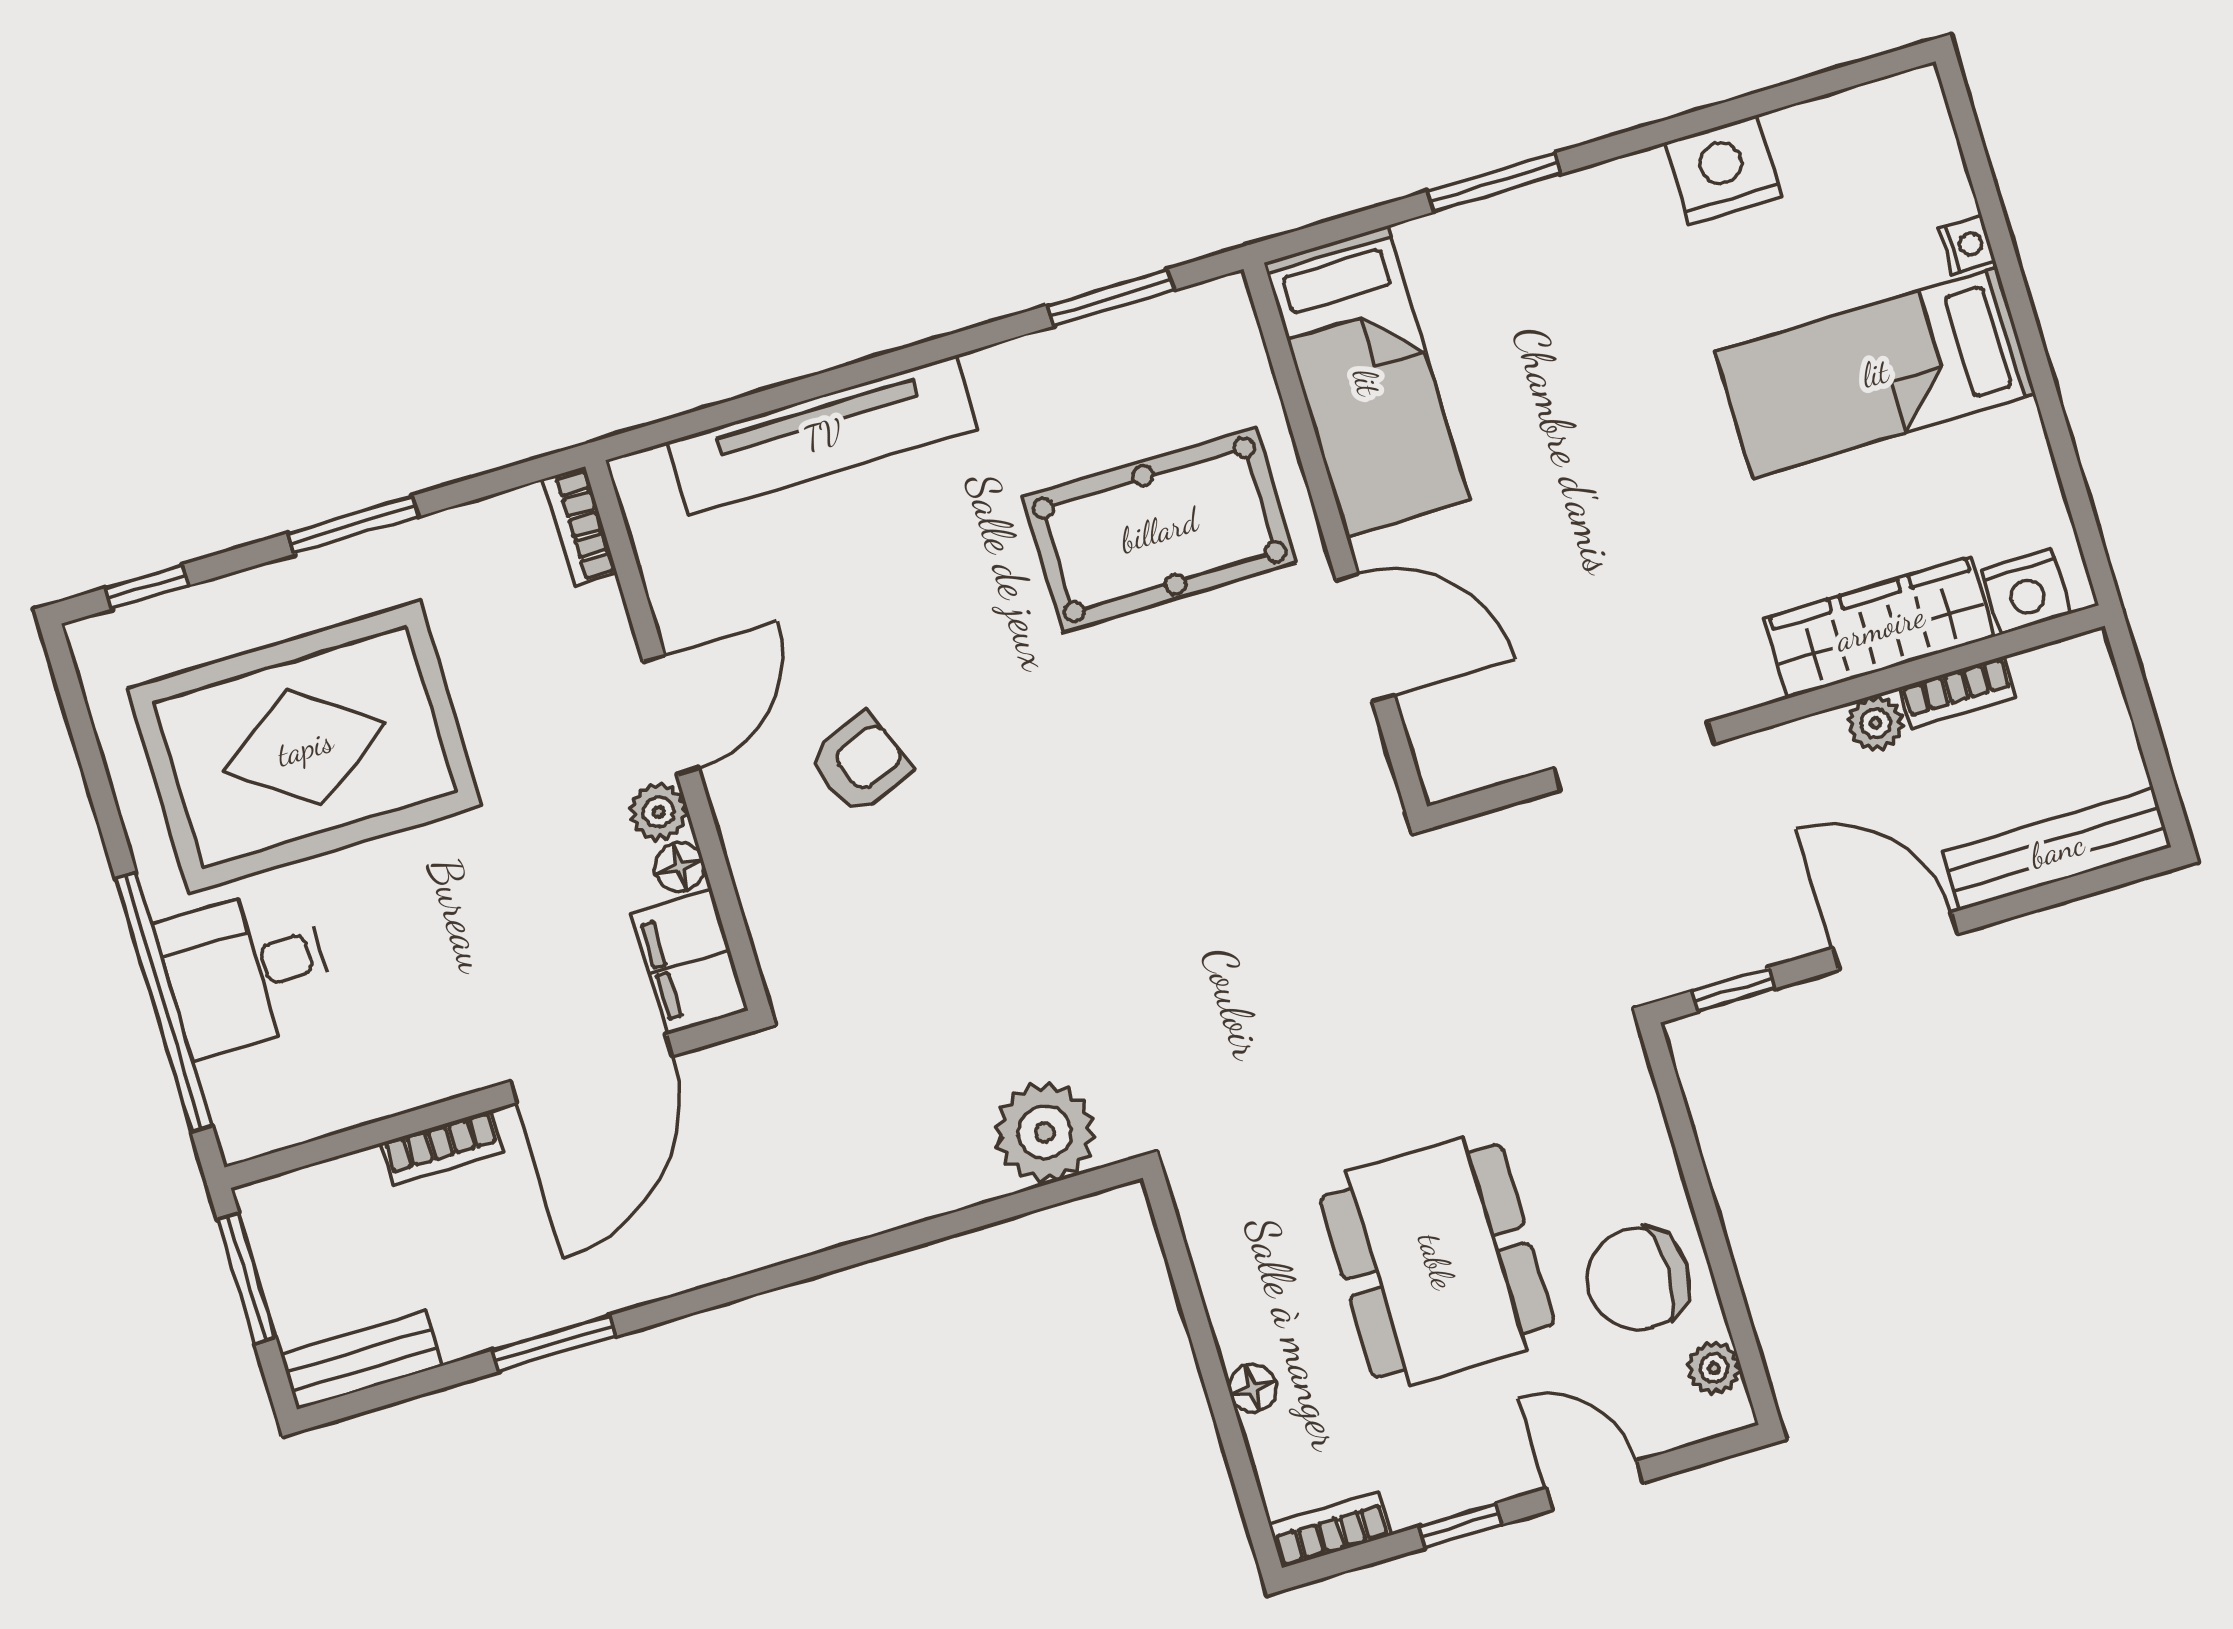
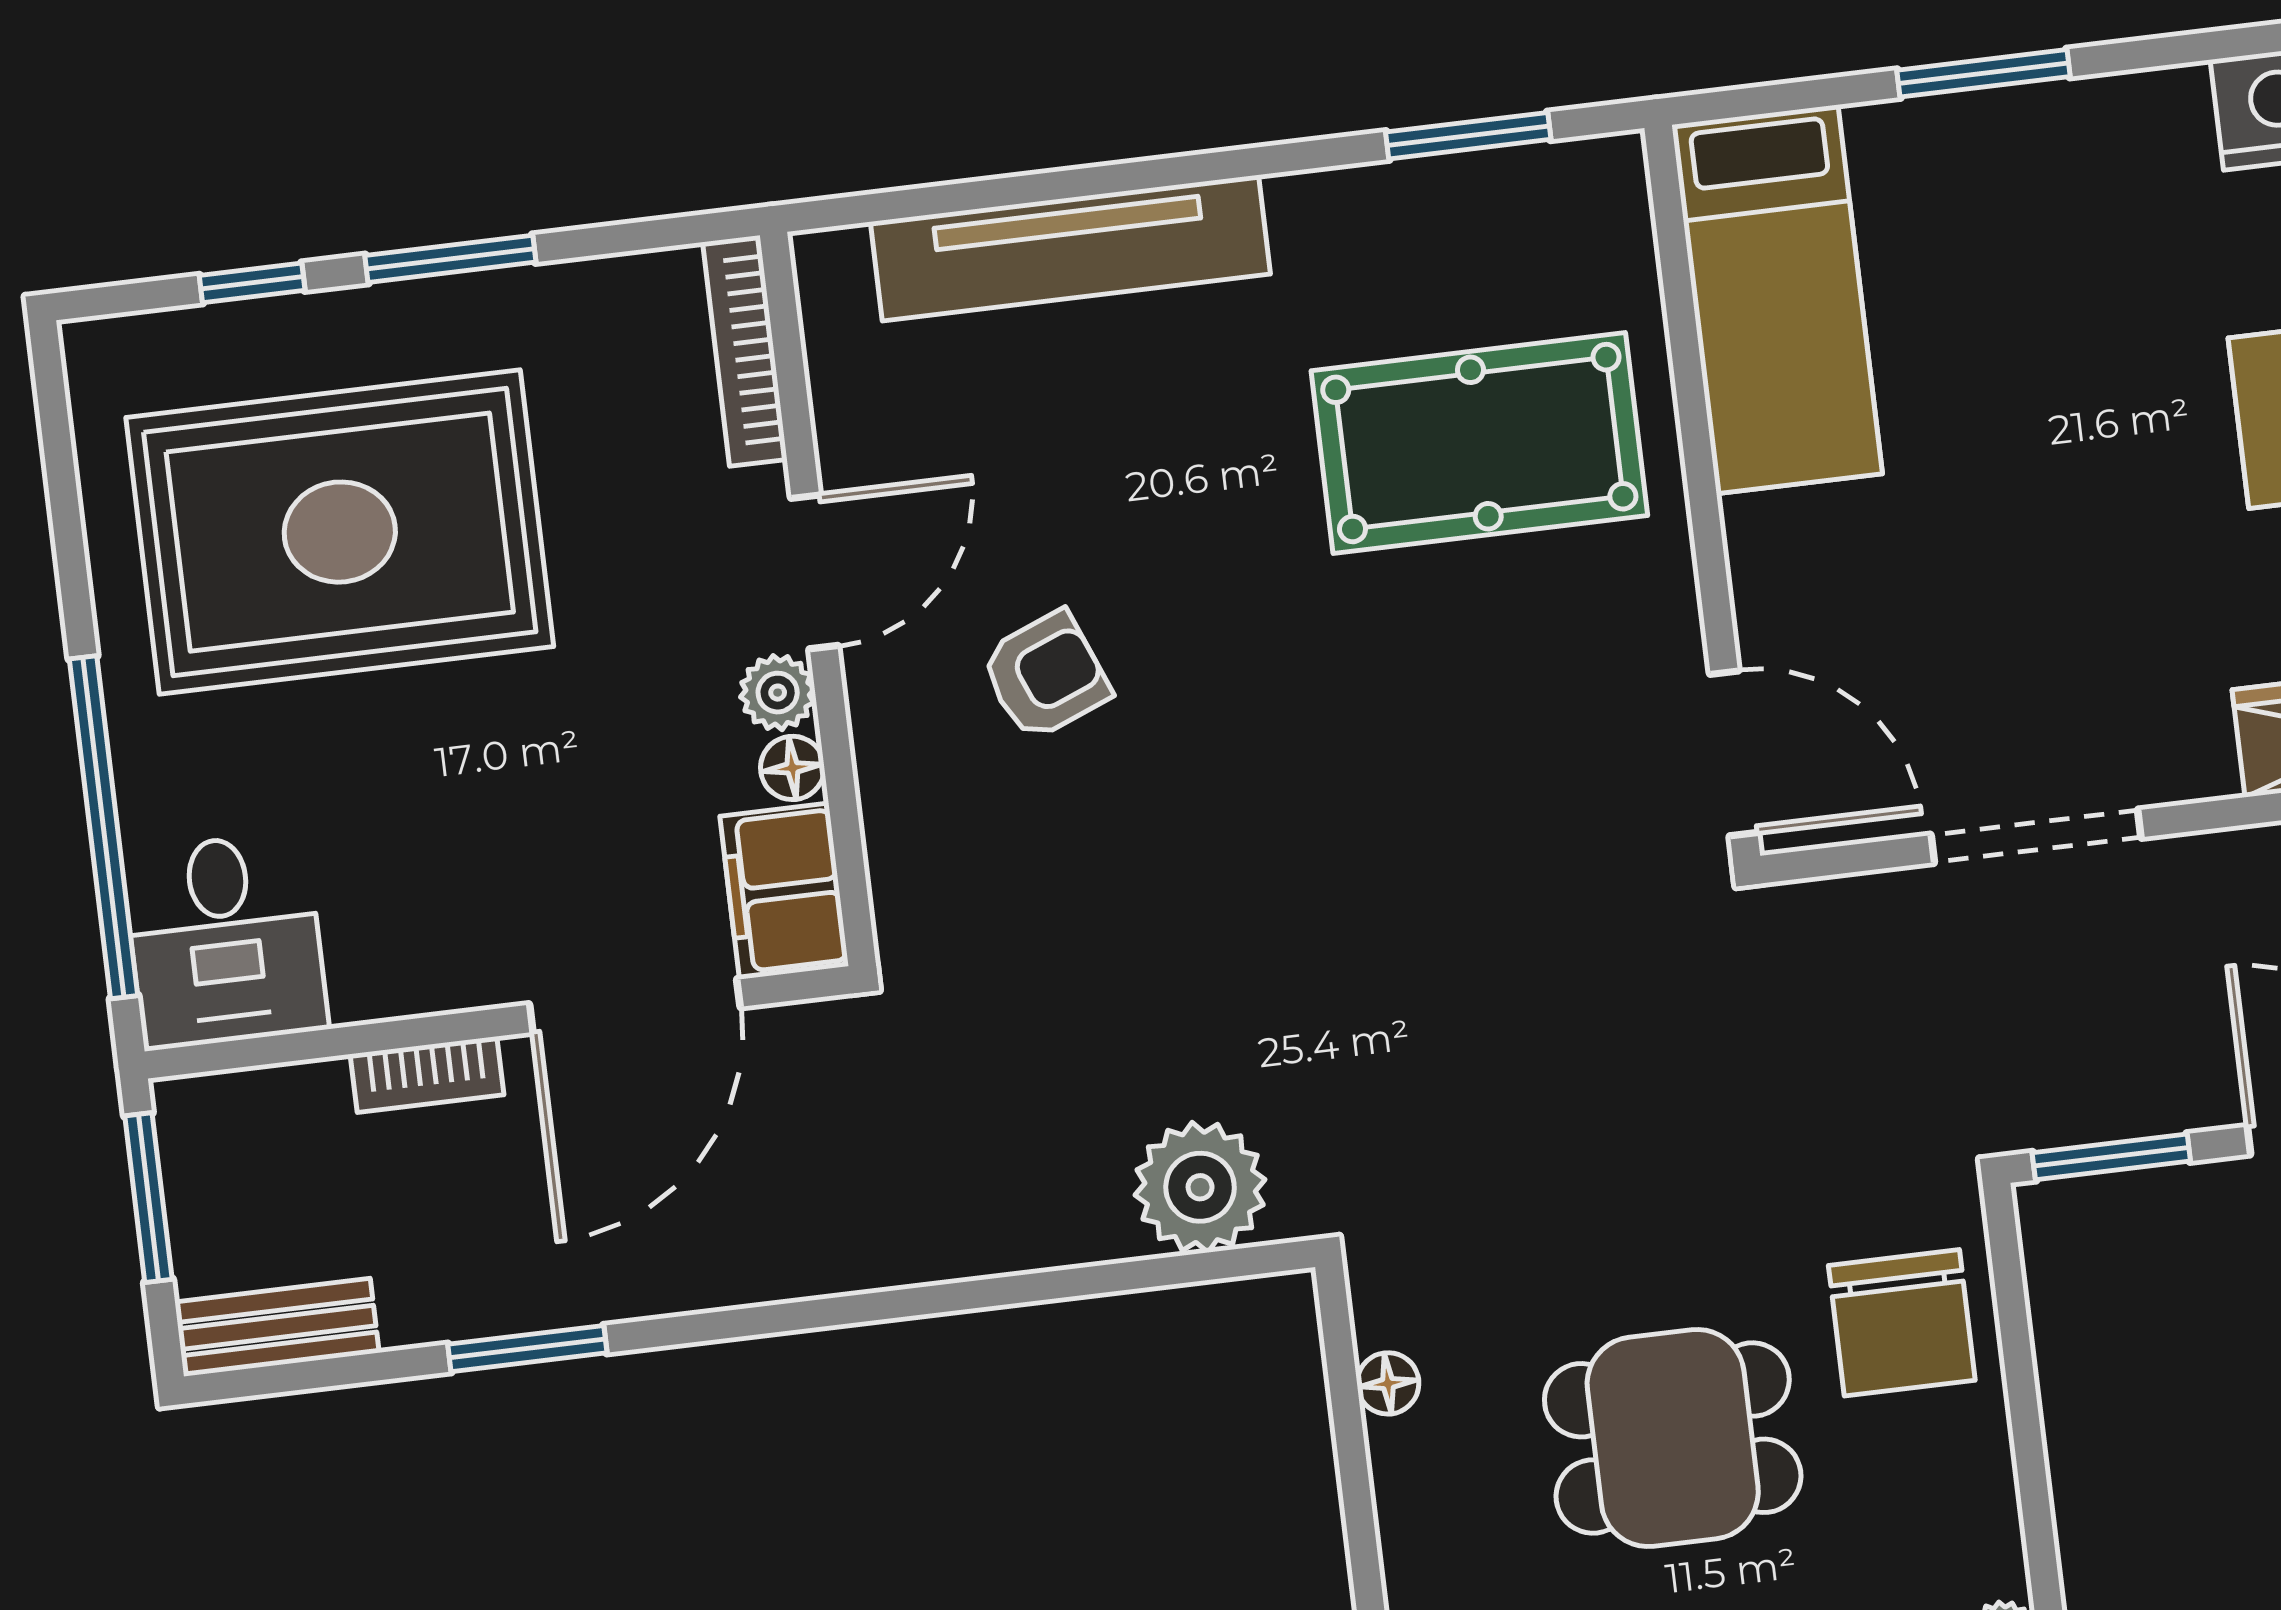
bookcase: (580, 526) -> (745, 351), width x1.56
window: (147, 587) -> (252, 283), moved
door: (1365, 638) -> (1734, 753), moved
desk: (246, 971) -> (225, 940), moved, turned -90
window: (1733, 990) -> (2111, 1157), width x1.50
dining table: (1437, 1261) -> (1673, 1438), width x0.73
chair: (1638, 1279) -> (1902, 1323), moved, turned -90
floor lamp: (1253, 1388) -> (1388, 1383), moved

